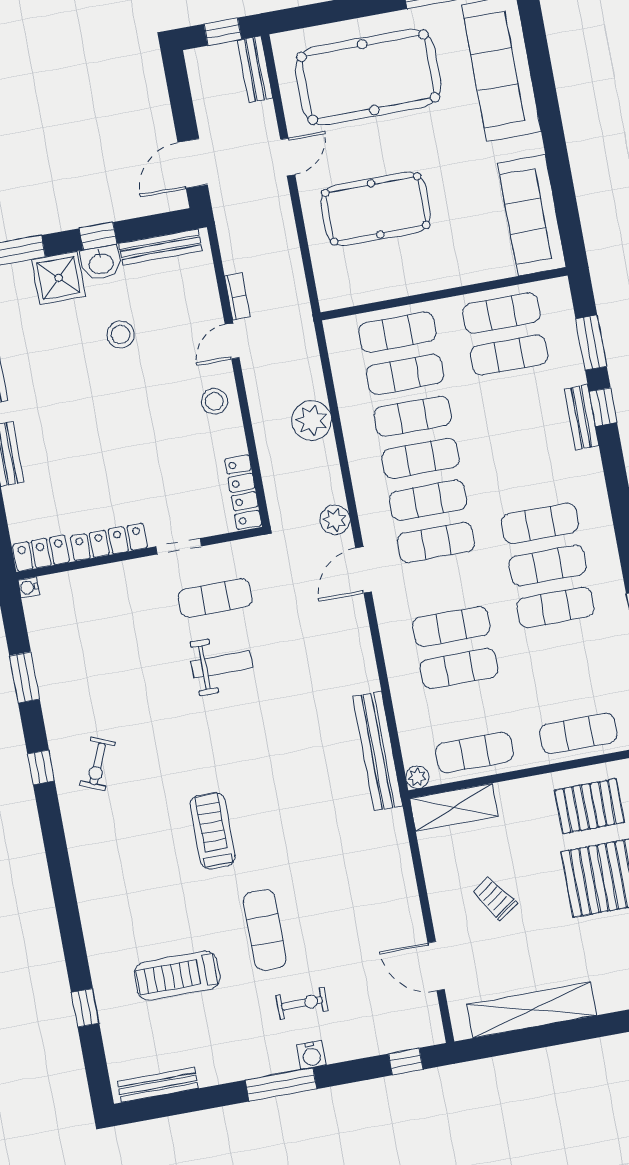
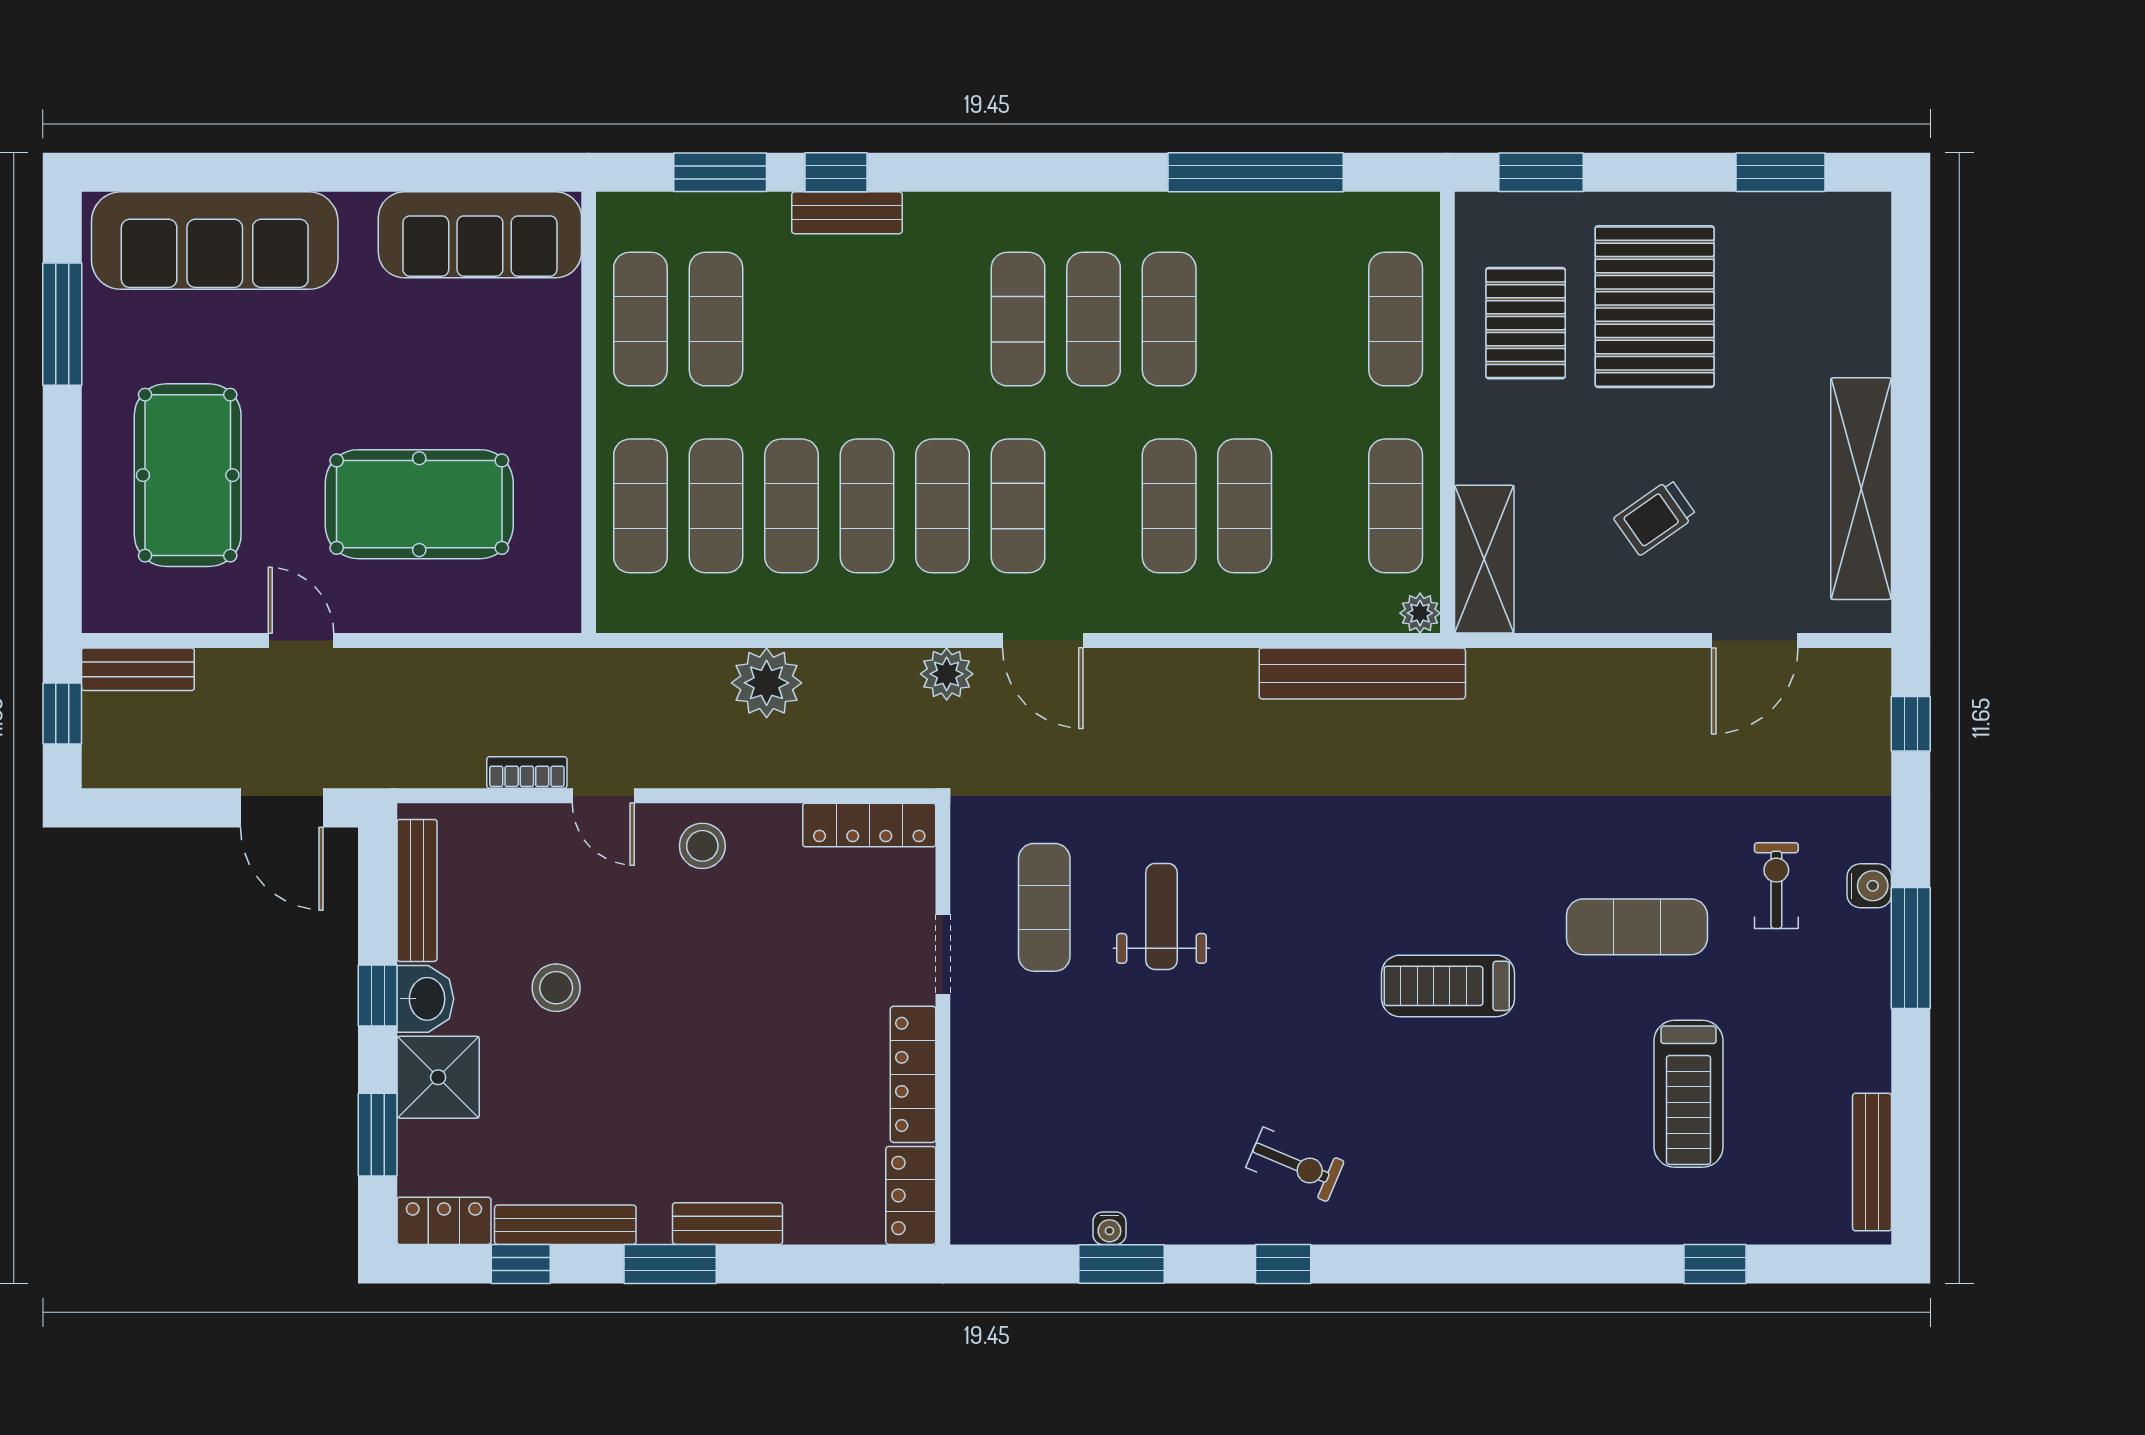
pool table: (368, 77) -> (188, 475), width x0.73, depth x0.76
pool table: (376, 209) -> (419, 504), turned 90
water cooler: (29, 587) -> (1109, 1228), moved

